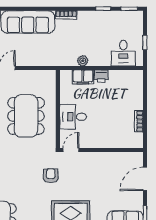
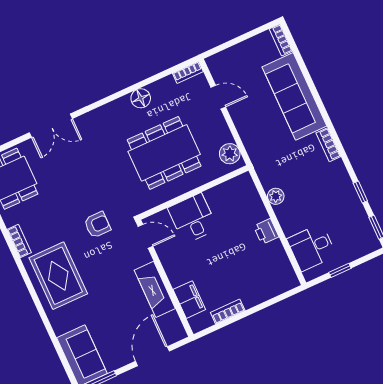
plant: (45, 77) -> (230, 154), added
filing cabinet: (83, 77) -> (189, 300), moved, turned 180
fireplace: (105, 159) -> (155, 289), added
door: (145, 179) -> (152, 356), hinge flipped

